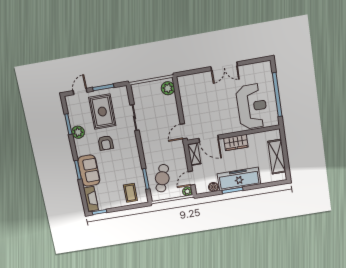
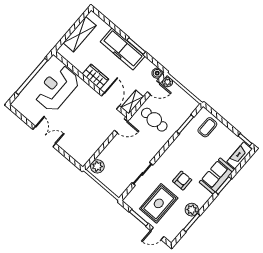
cafe table: (162, 178) -> (154, 120), moved, turned 72
boiler: (213, 187) -> (157, 73), moved

